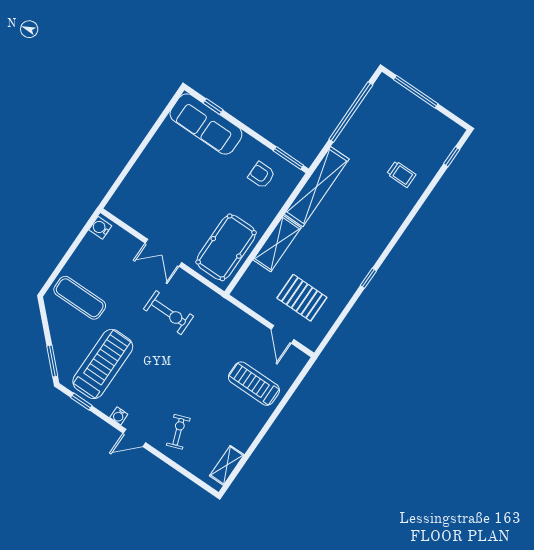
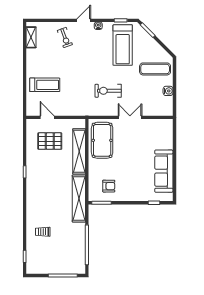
sofa: (206, 124) -> (164, 171), moved, turned -90
water cooler: (100, 228) -> (168, 91), moved
shelving: (277, 244) -> (79, 151), width x1.47

